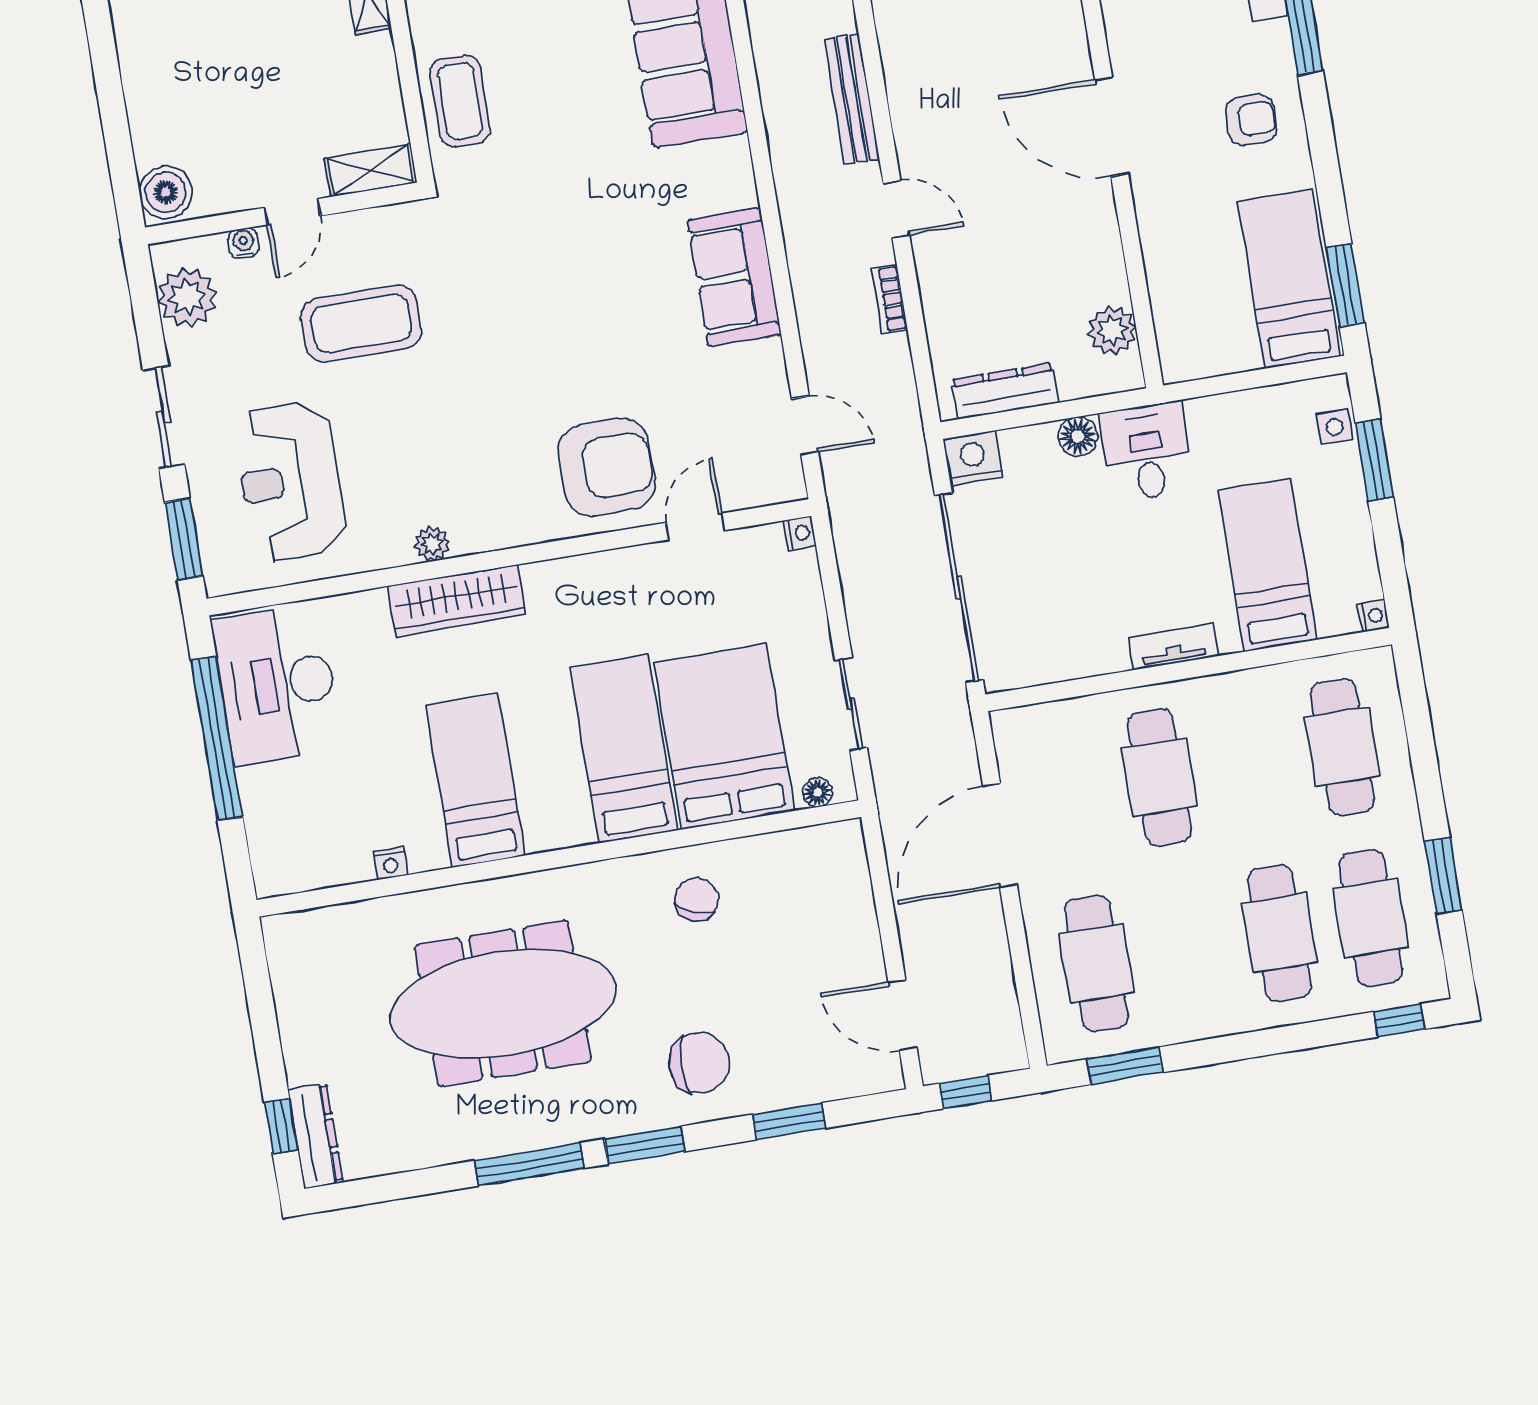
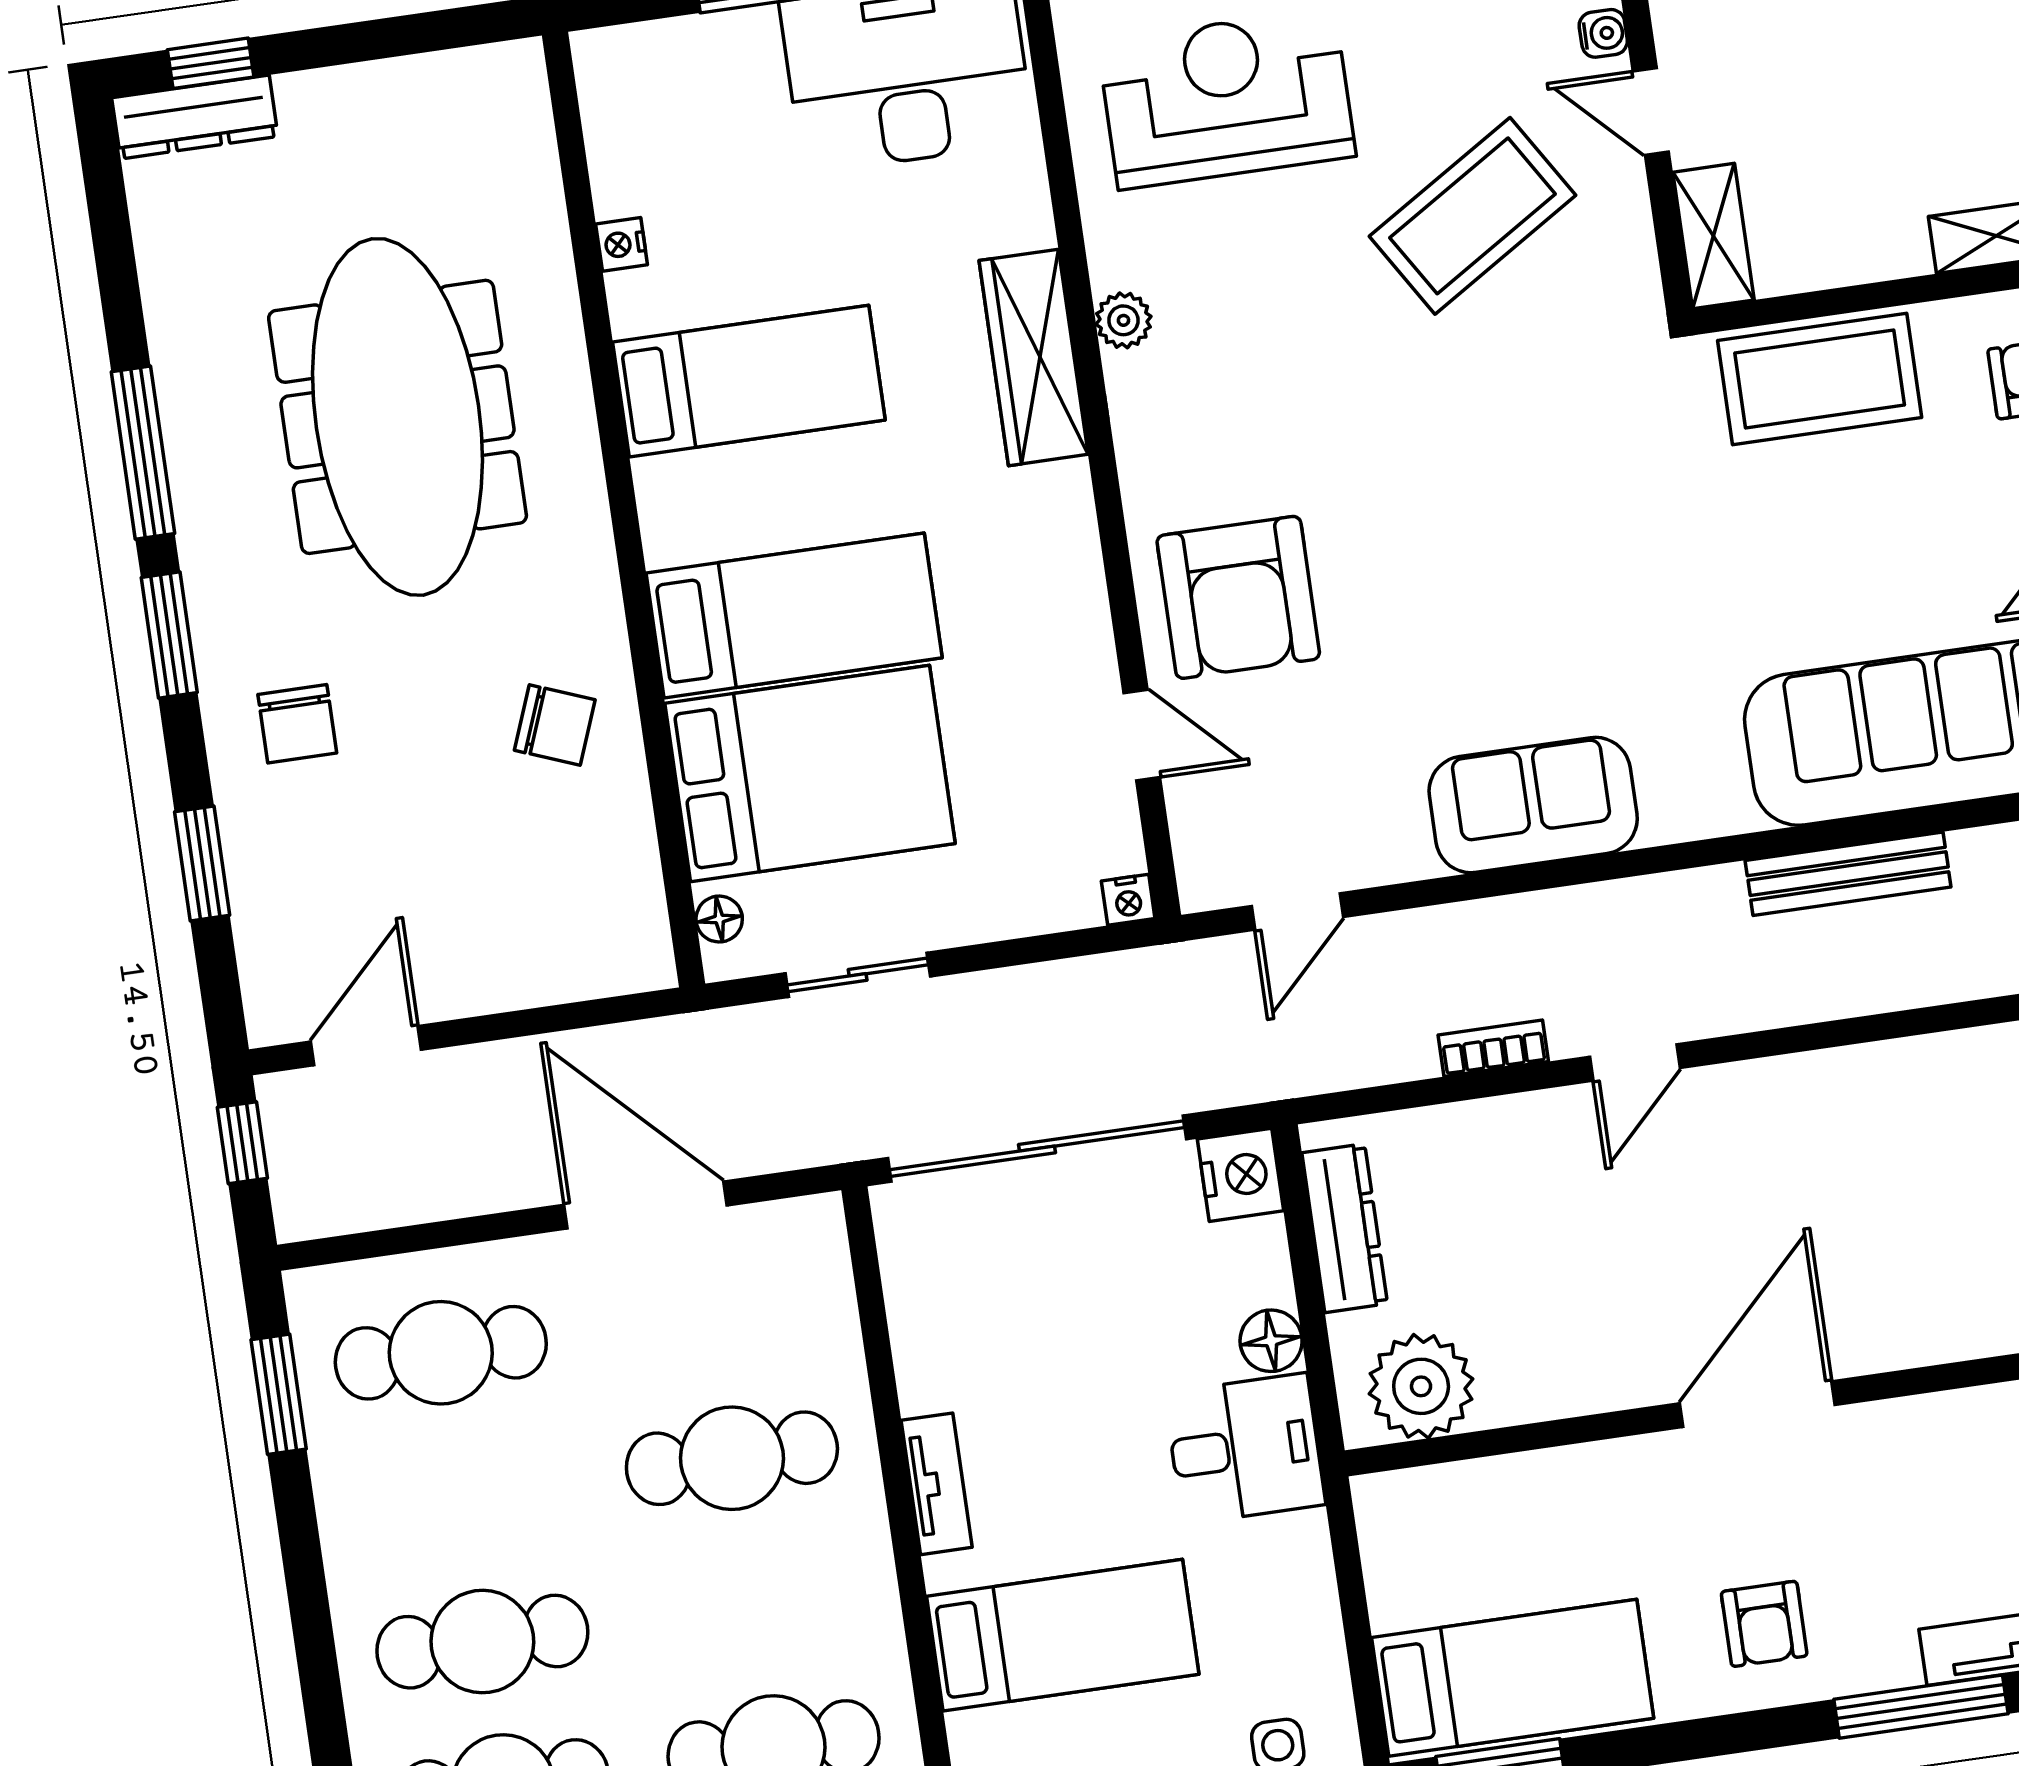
bench: (852, 99) -> (1848, 874), moved
coffee table: (460, 101) -> (1820, 379), width x1.36, depth x1.32
coffee table: (361, 324) -> (1473, 216), turned 58
plant: (1112, 330) -> (1421, 1386), width x1.36, depth x1.36
chair: (699, 1063) -> (297, 724), width x0.73, depth x0.73

